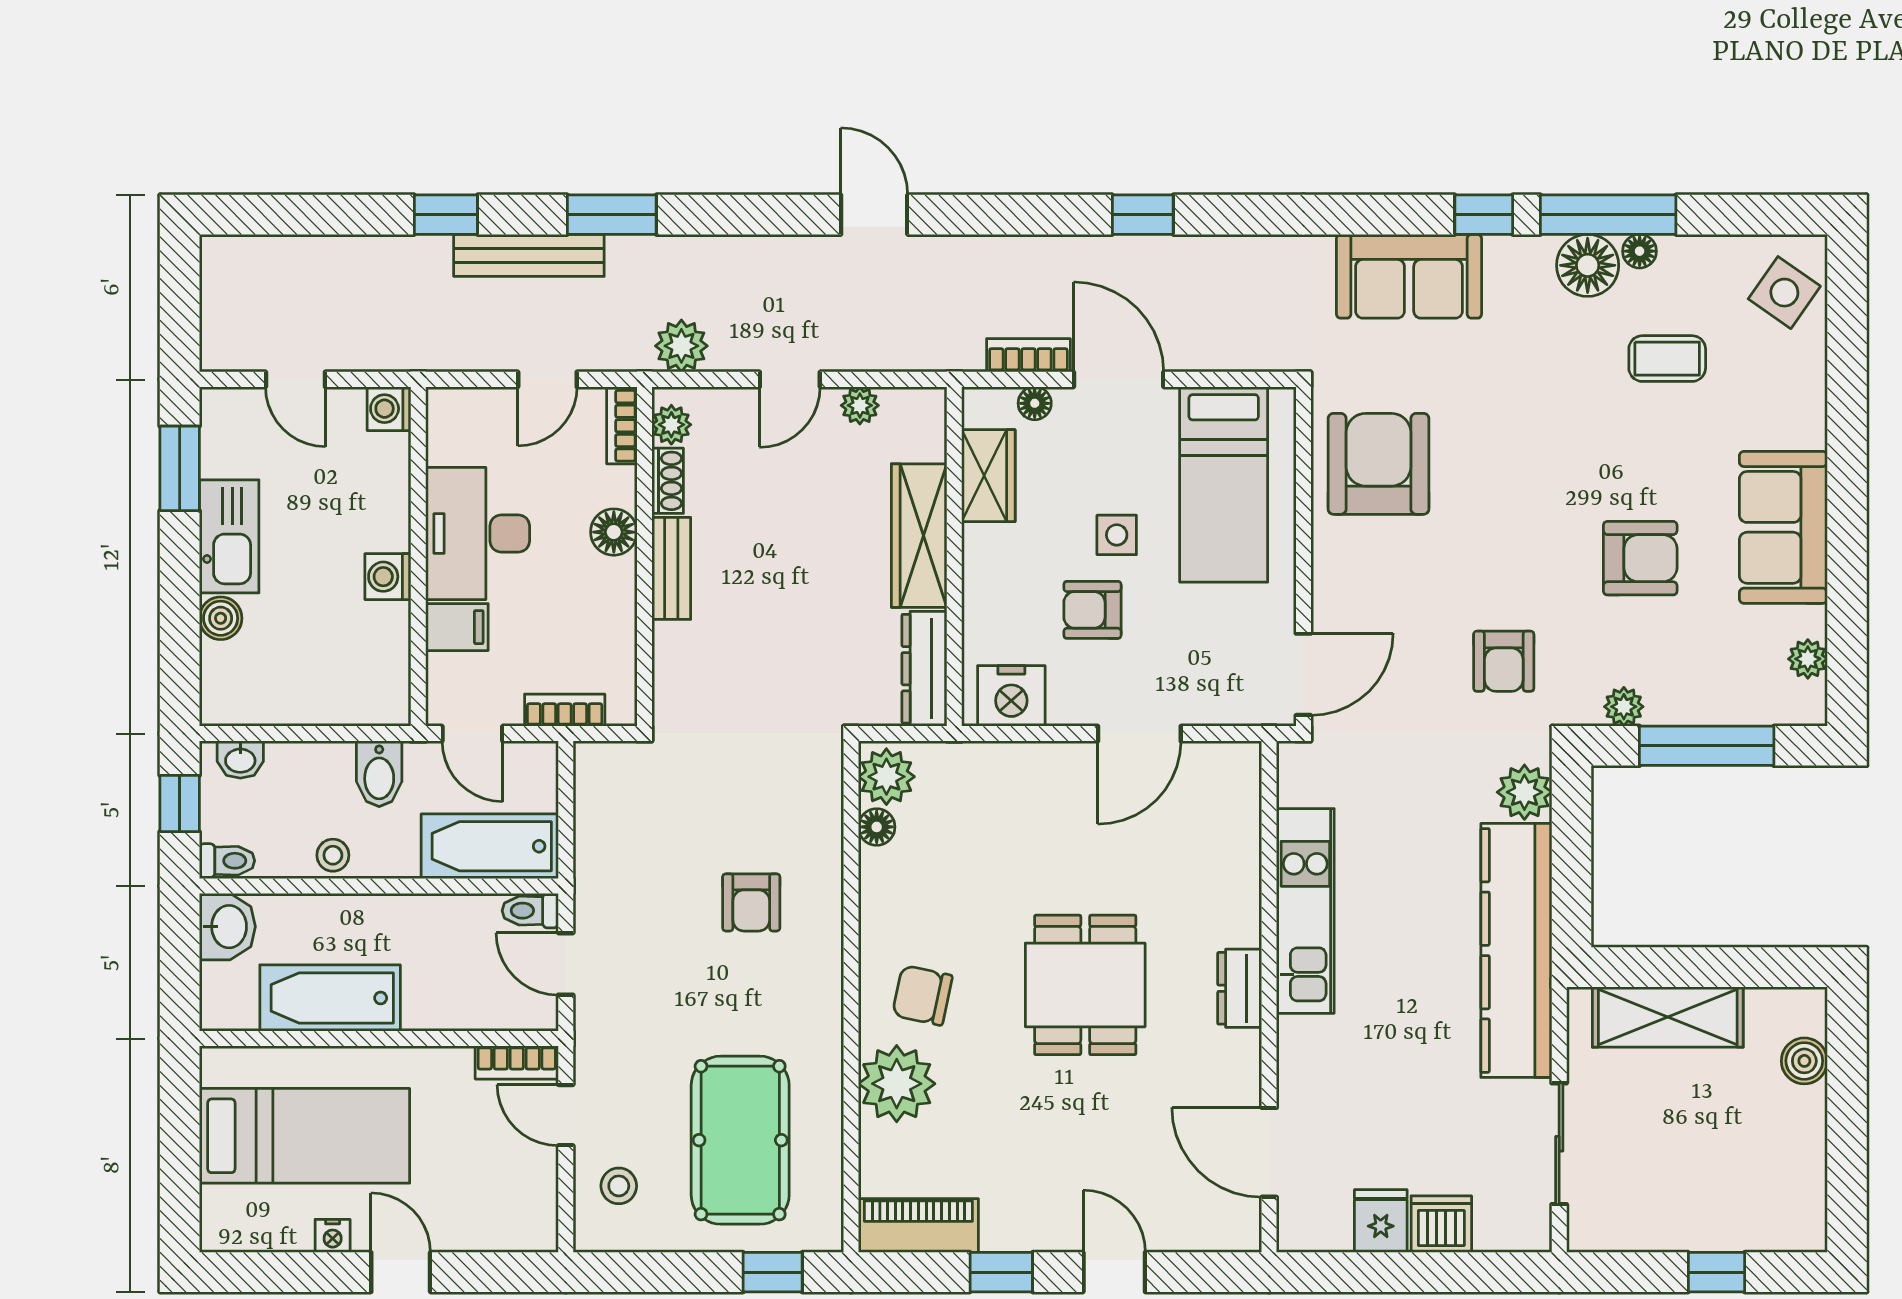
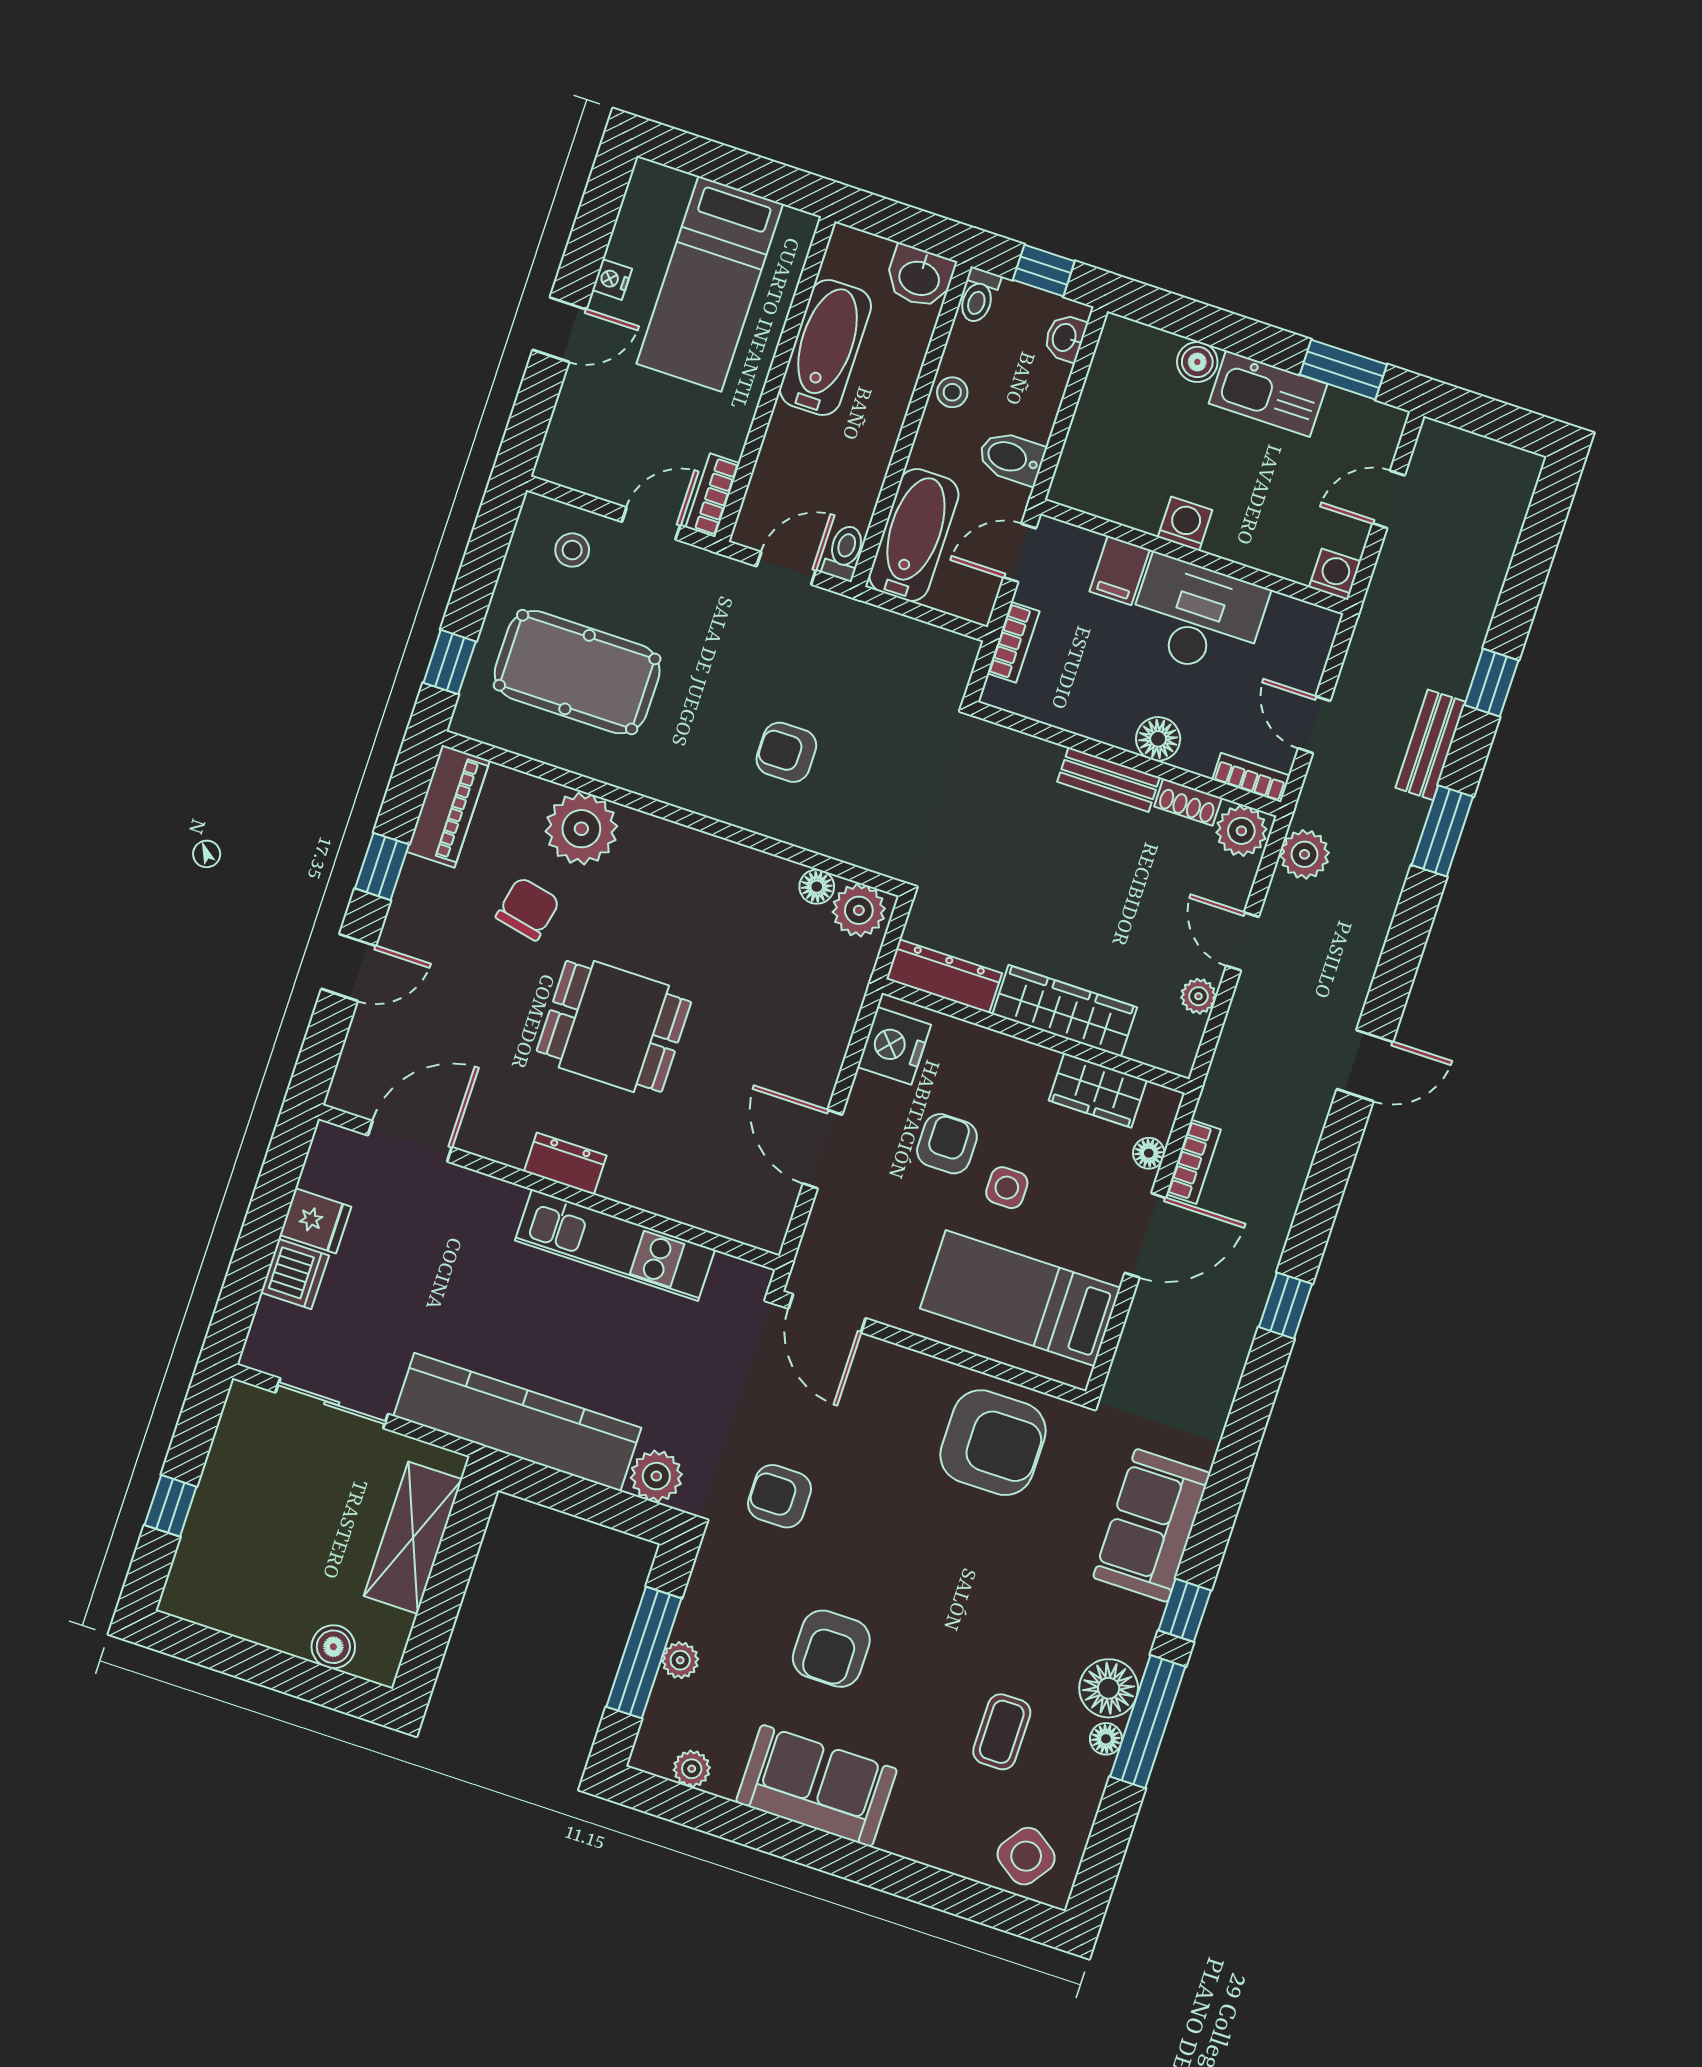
bench: (529, 255) -> (1431, 745), width x0.73
plant: (671, 425) -> (1241, 831), width x1.38, depth x1.38
plant: (1624, 707) -> (680, 1660), moved
chair: (922, 995) -> (528, 909), moved

